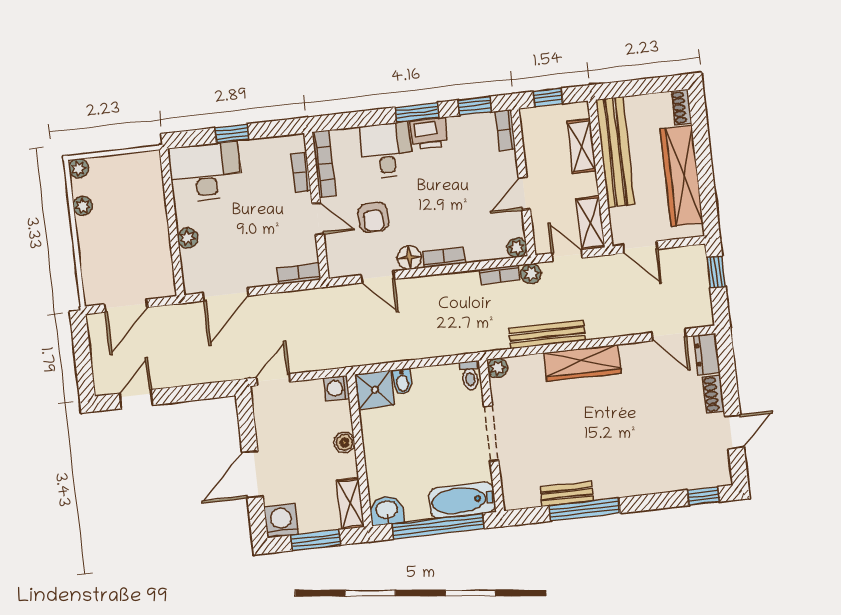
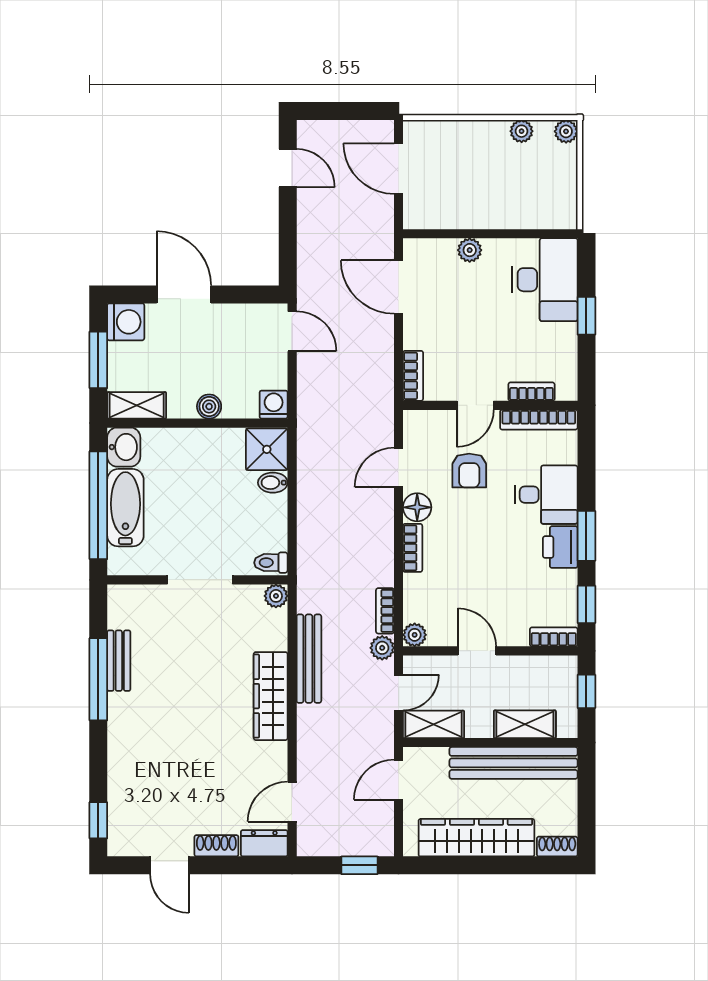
armchair: (373, 217) -> (469, 471), turned -90
bathtub: (462, 500) -> (125, 508), moved

